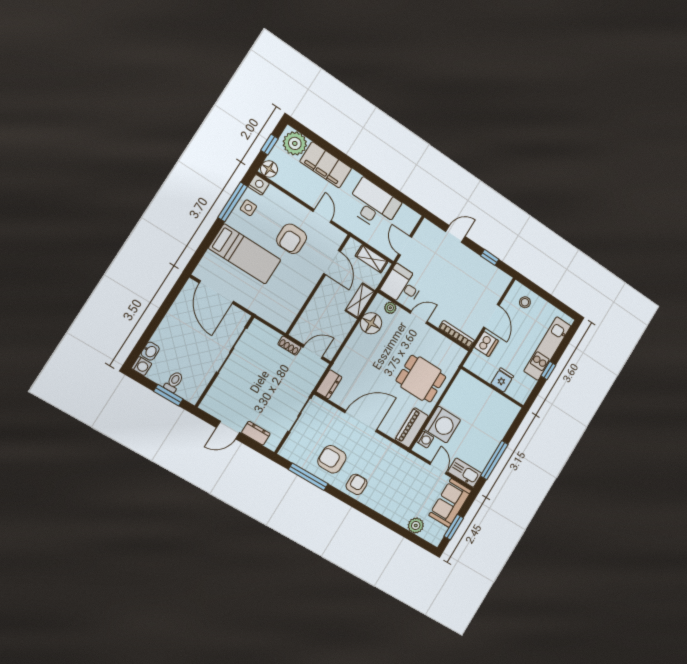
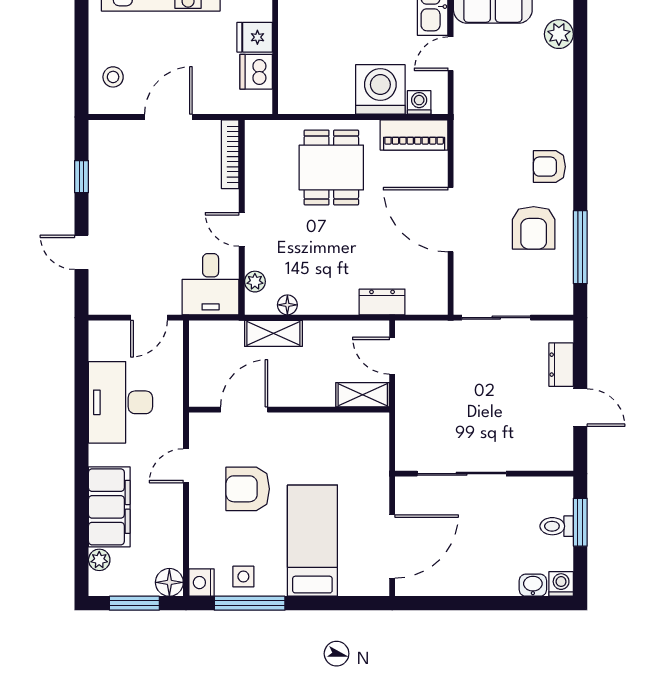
plant: (295, 143) -> (99, 560), width x0.53, depth x0.53
window: (269, 145) -> (134, 603), width x1.50
armchair: (292, 239) -> (248, 489), turned 180
shelving: (372, 259) -> (363, 395), moved, turned 90
floor lamp: (371, 323) -> (287, 305), width x0.53, depth x0.53
dishwasher: (486, 344) -> (256, 72), moved, turned -90
shoe rack: (289, 346) -> (404, 395), removed
dresser: (329, 384) -> (382, 302), moved

